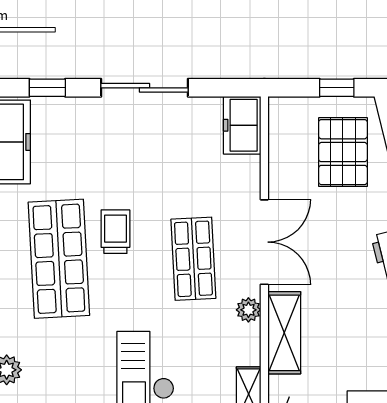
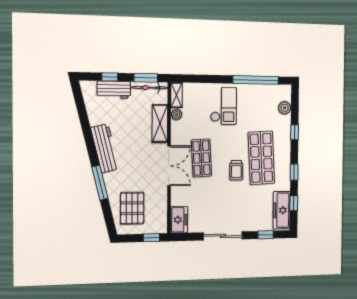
window: (337, 88) -> (151, 238), moved
double door: (264, 242) -> (169, 166), swing flipped
plant: (248, 310) -> (177, 115), moved

